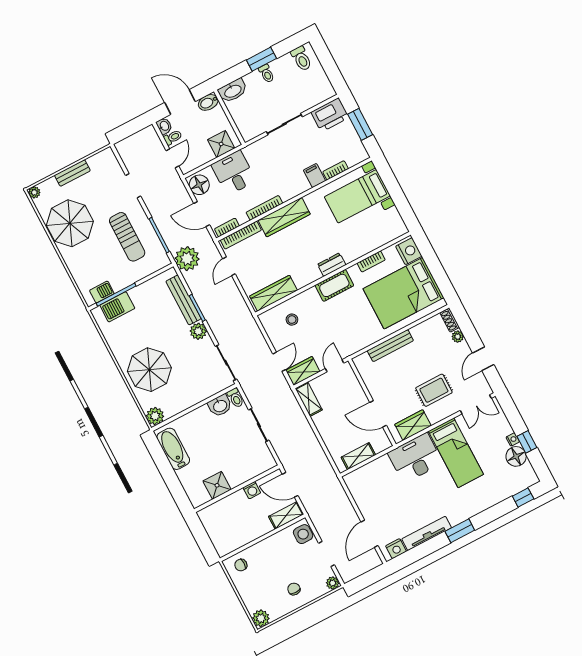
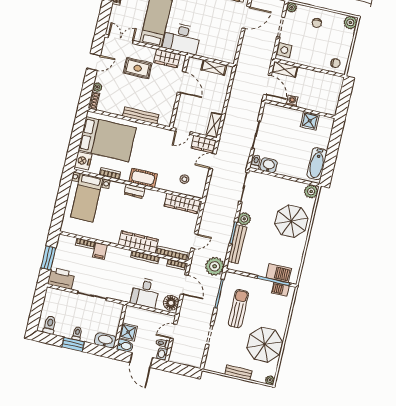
shower: (221, 144) -> (128, 332), moved
bed with nightstands: (357, 196) -> (87, 198), moved, turned 90

